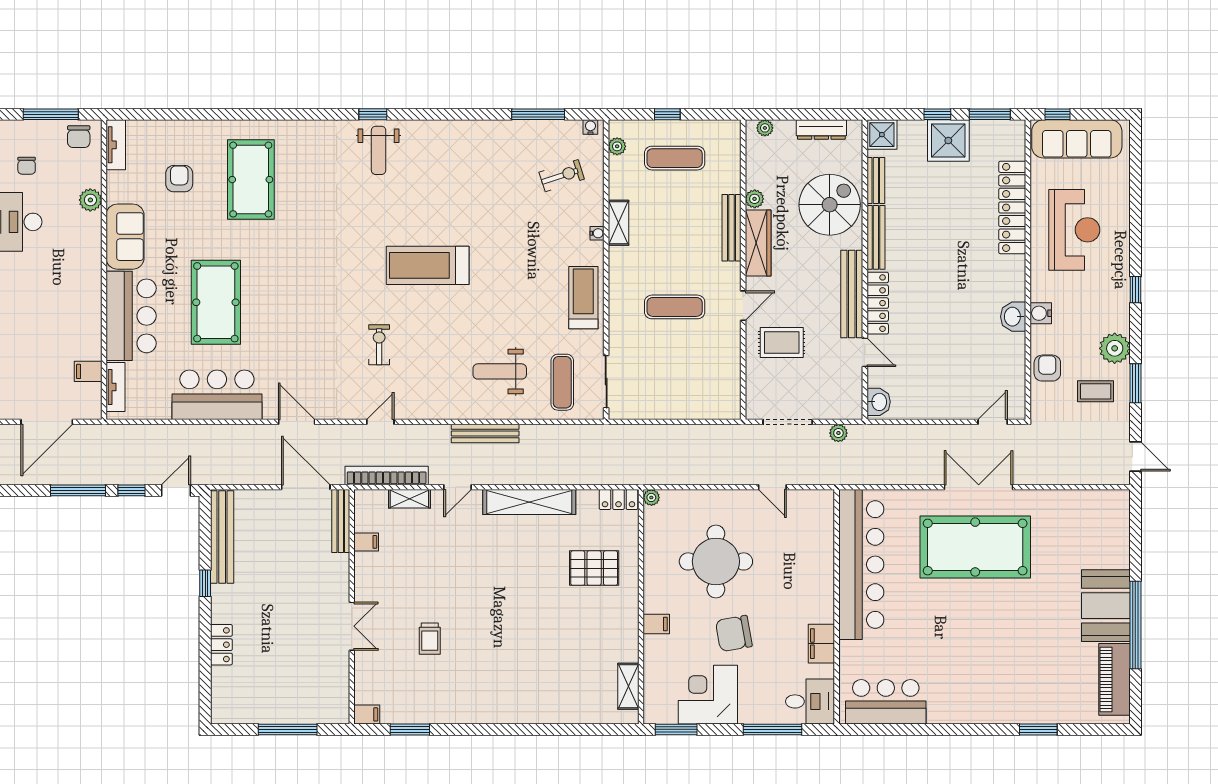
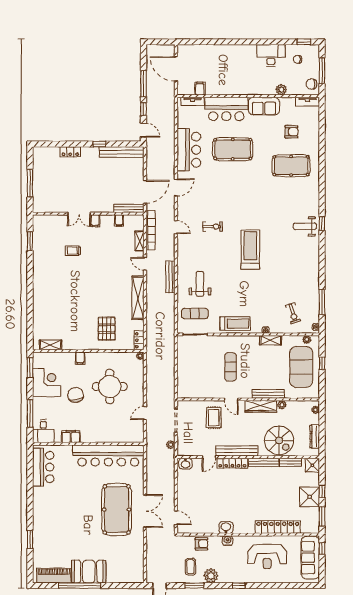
exercise mat: (675, 158) -> (301, 367), width x2.00, depth x1.45
filing cabinet: (367, 714) -> (95, 221), moved

